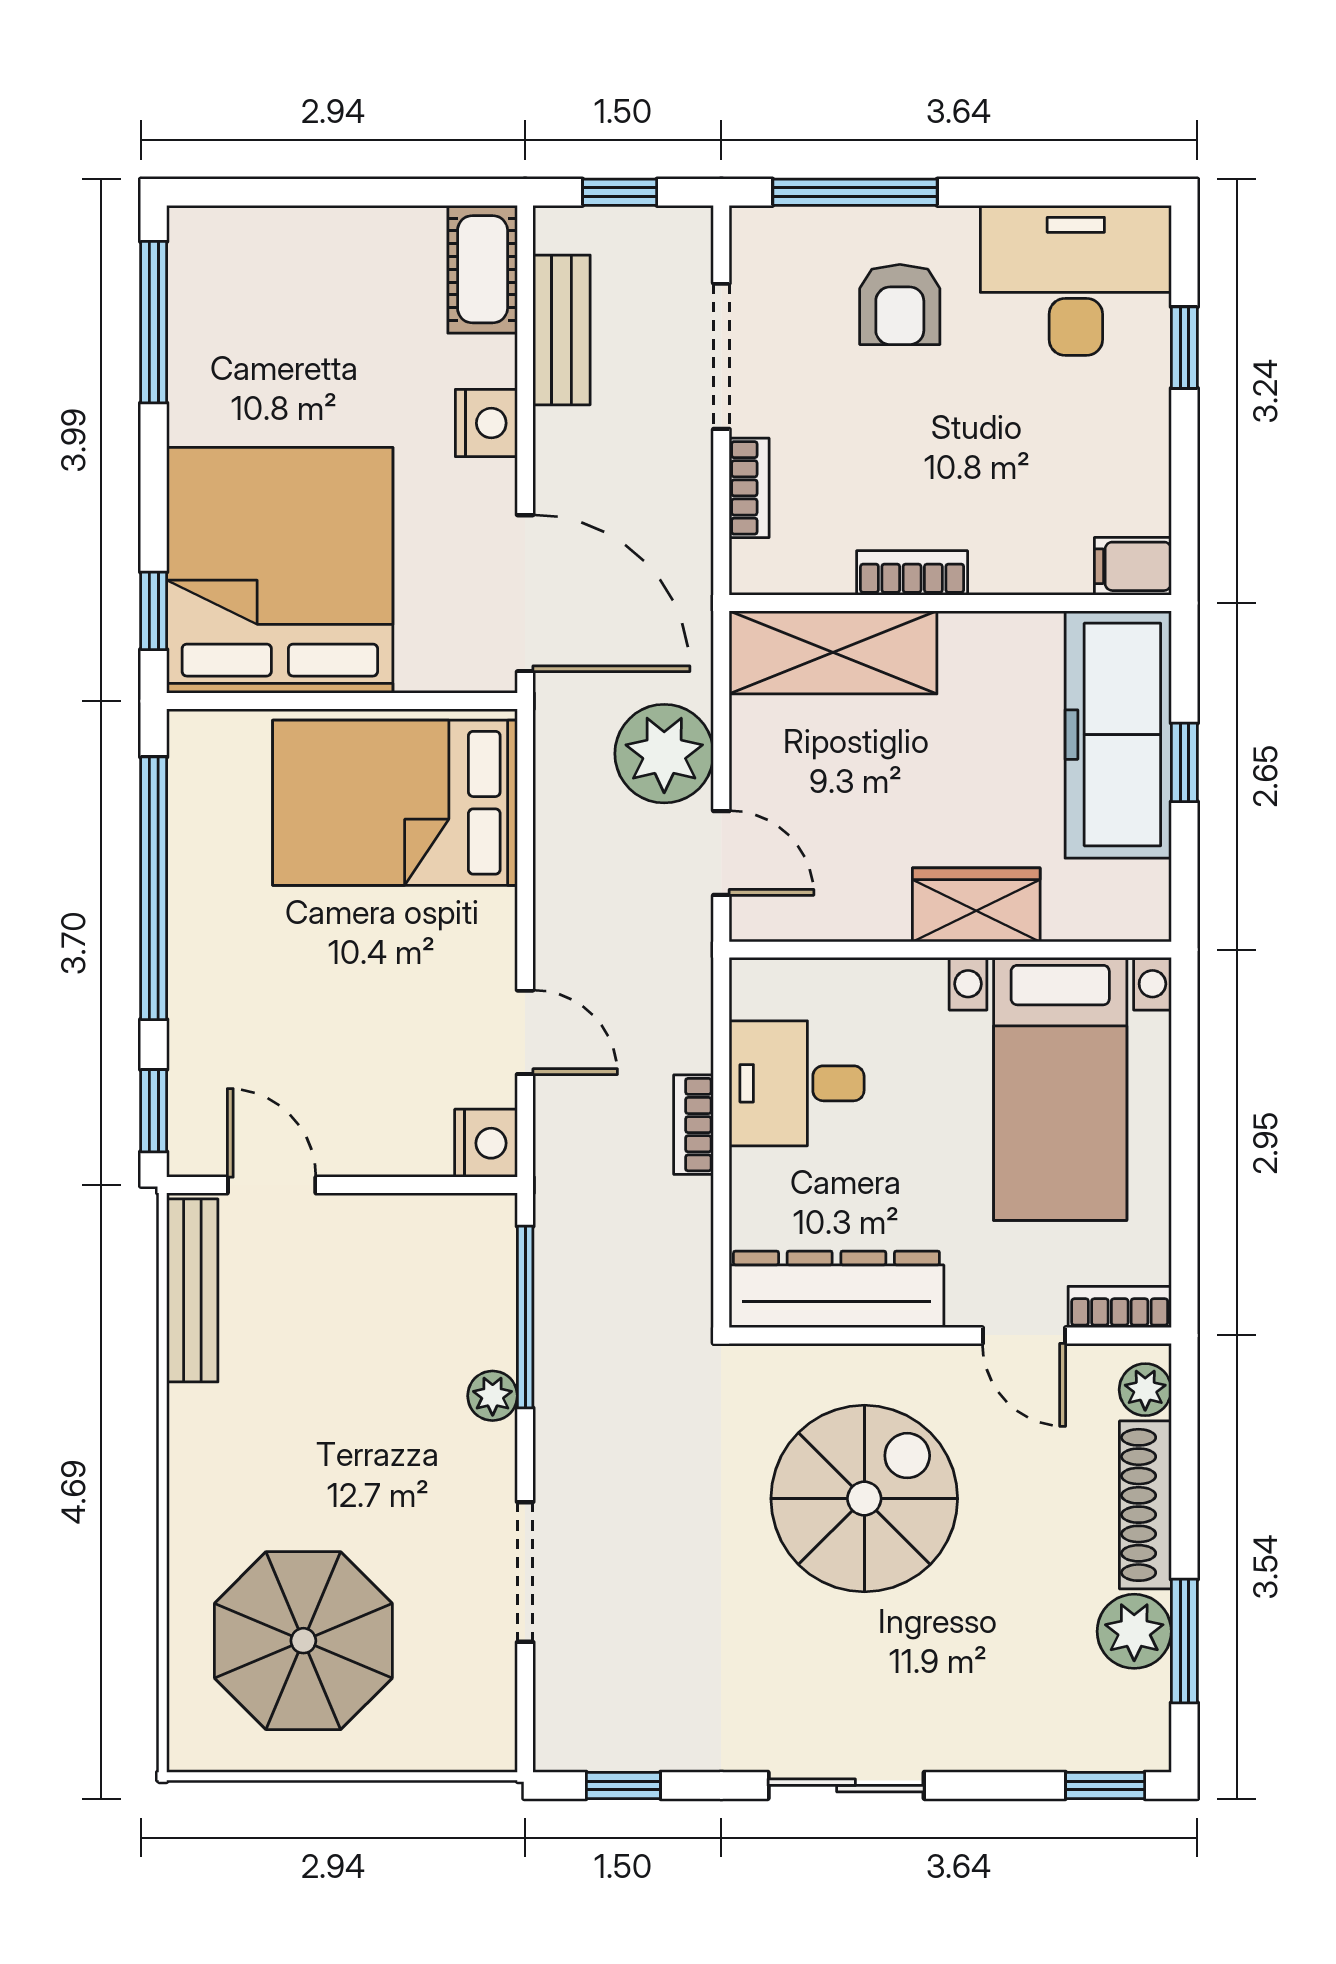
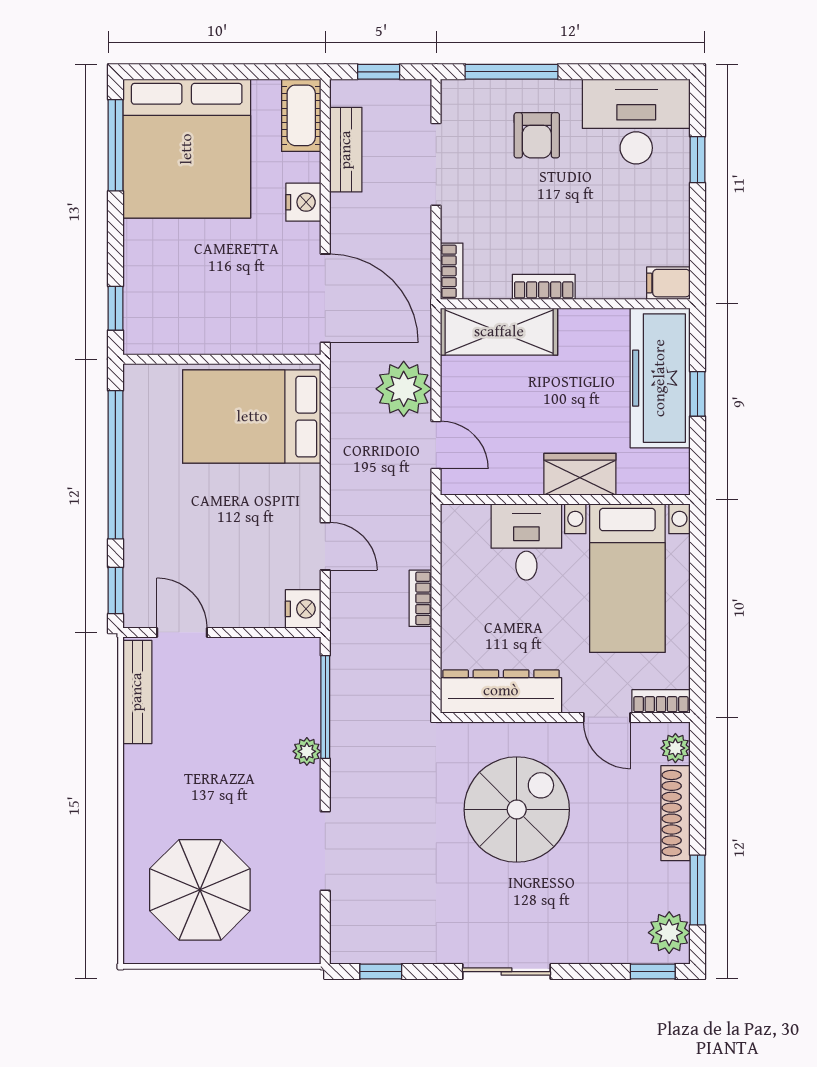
bookcase: (749, 488) -> (452, 271), moved
bed: (280, 570) -> (187, 149), moved, turned 180
desk: (797, 1083) -> (526, 542), moved, turned 90
plant: (1134, 1631) -> (669, 933), moved

